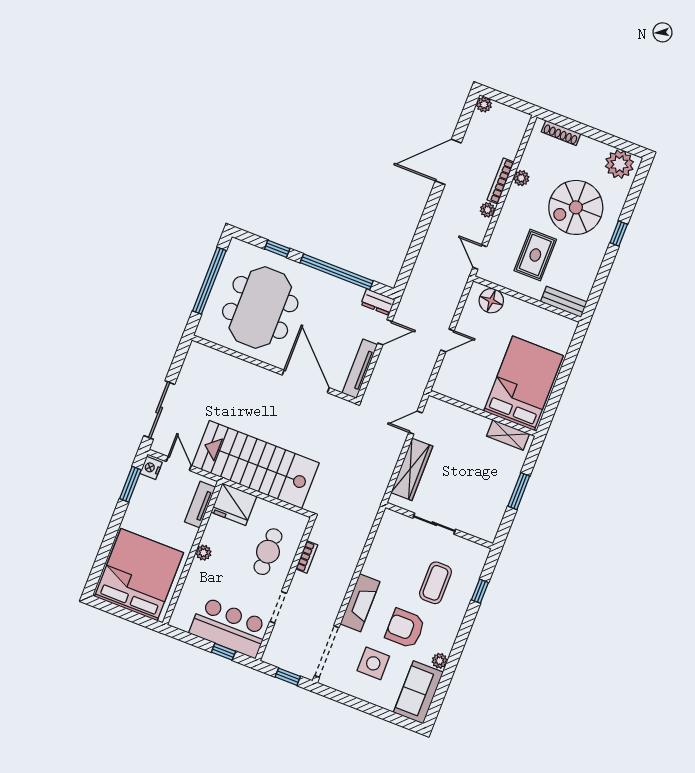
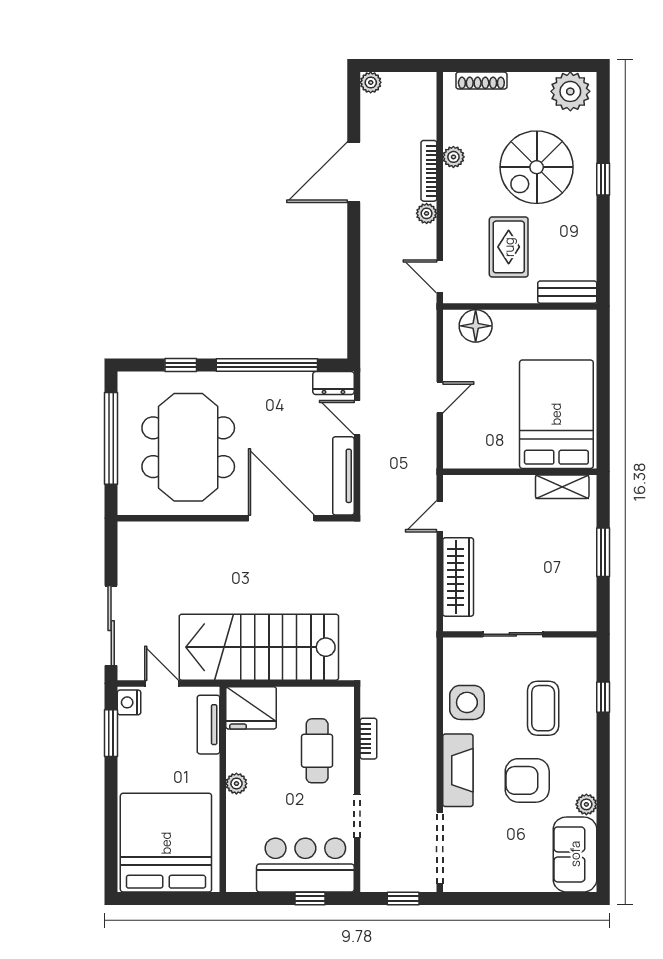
door: (385, 332) -> (357, 418), swing flipped
side table: (373, 663) -> (467, 702), moved

